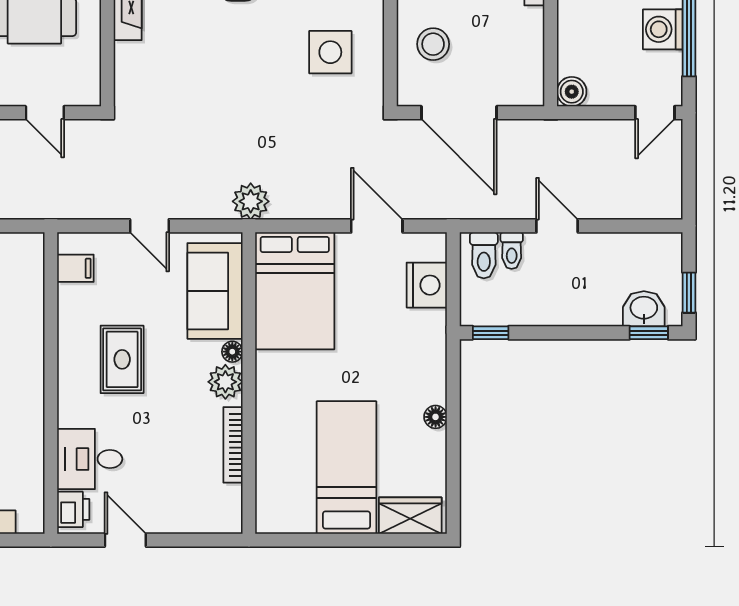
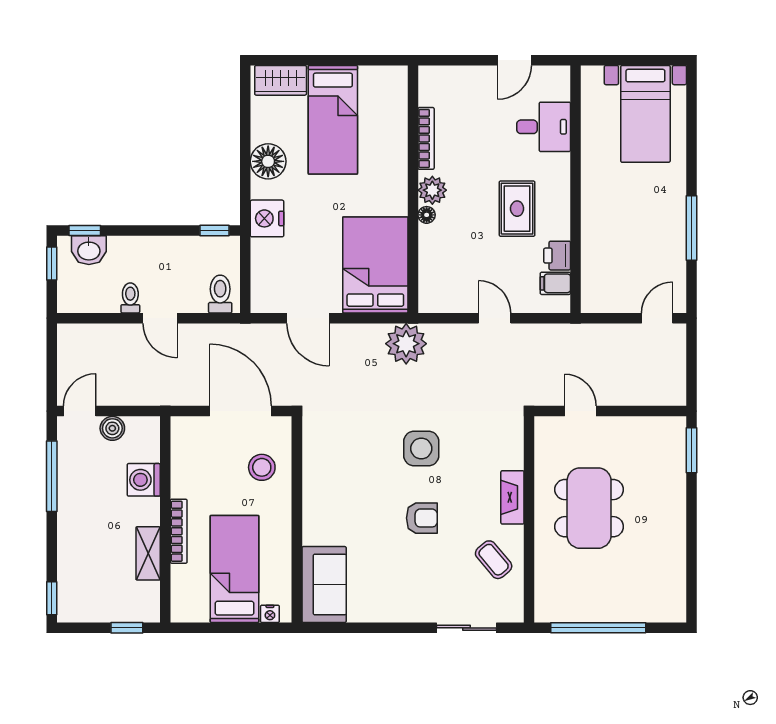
washing machine: (663, 29) -> (144, 480), moved, turned 180
side table: (330, 52) -> (421, 449), moved
boiler: (572, 92) -> (112, 428), moved
plant: (251, 201) -> (406, 344), width x1.36, depth x1.36
toilet: (512, 251) -> (130, 298), moved
nightstand: (427, 285) -> (267, 218), moved
sofa: (215, 291) -> (441, 265), removed
floor lamp: (436, 417) -> (268, 161), width x1.89, depth x1.89
printer: (73, 509) -> (557, 256), moved
door: (125, 540) -> (514, 60), hinge flipped

